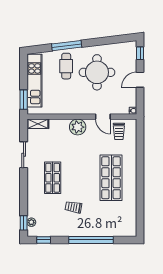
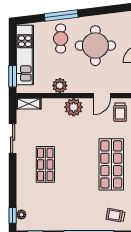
plant: (65, 108) -> (60, 86), added
door: (103, 117) -> (102, 96), hinge flipped
trolley: (73, 207) -> (115, 215), moved

